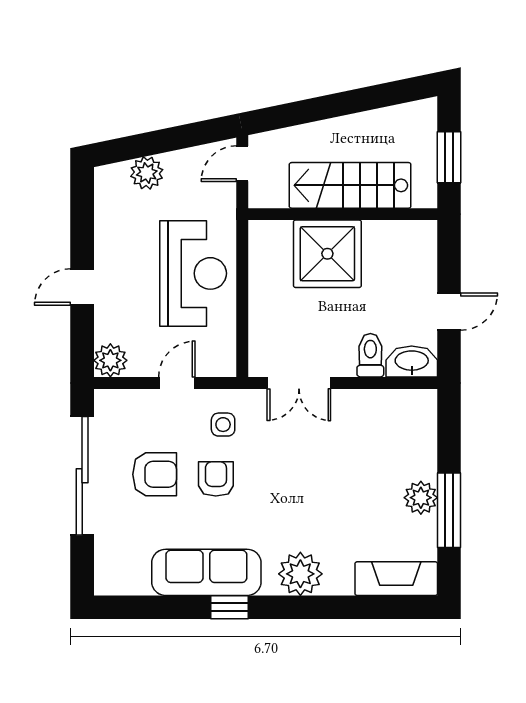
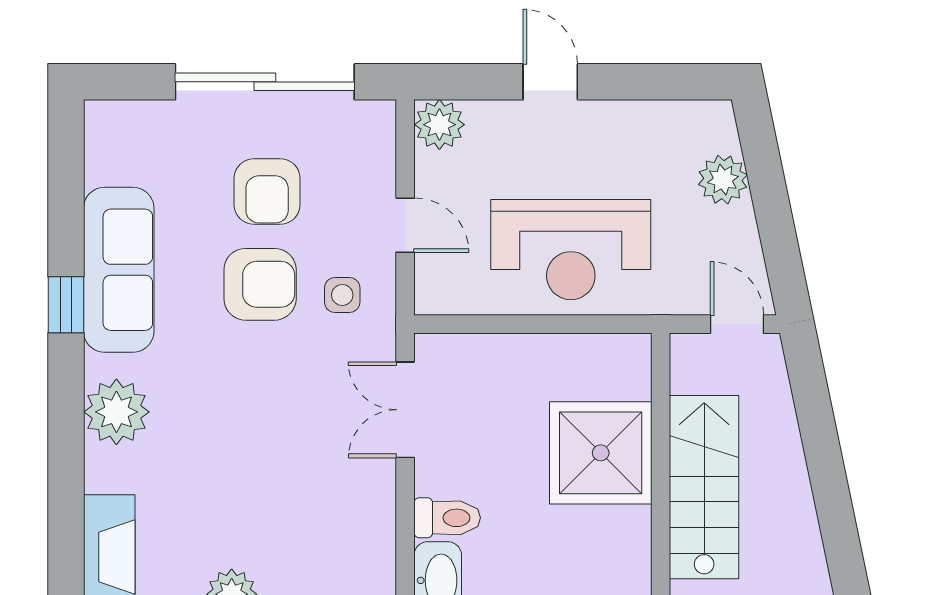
armchair: (216, 479) -> (260, 284), width x1.38, depth x1.38

